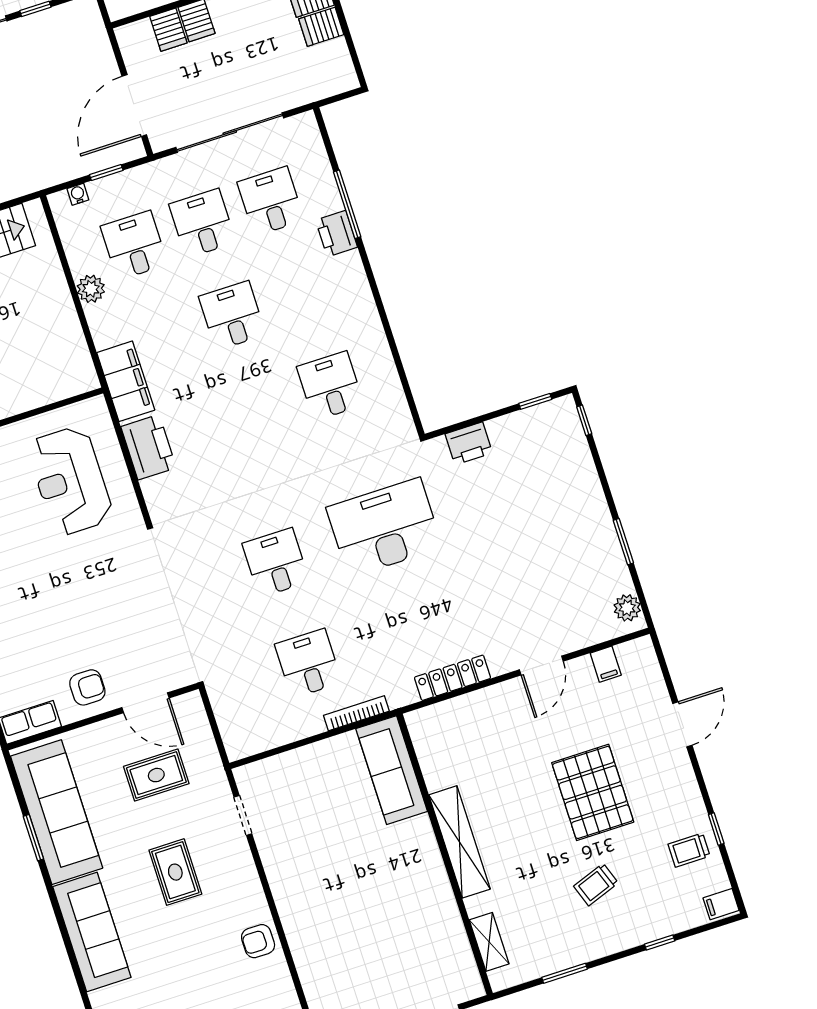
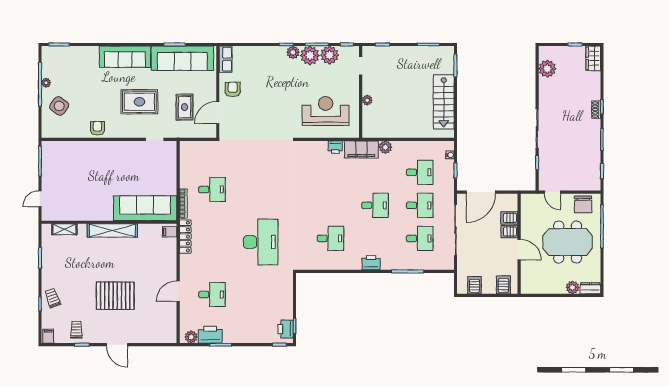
server rack: (321, 27) -> (474, 285), moved
door: (134, 106) -> (481, 192), swing flipped
printer: (336, 234) -> (371, 263), moved
plant: (91, 289) -> (385, 147), moved
plant: (20, 402) -> (367, 100), added
printer: (469, 443) -> (286, 329), moved
printer: (149, 447) -> (335, 147), width x0.53, depth x0.68
desk: (276, 563) -> (212, 294), moved
printer: (610, 570) -> (210, 335), added
filing cabinet: (606, 664) -> (170, 232), moved
door: (541, 665) -> (178, 291), hinge flipped
locker: (453, 678) -> (185, 237), moved
armchair: (87, 687) -> (233, 89), turned 180
door: (682, 724) -> (117, 345), moved
sofa: (392, 770) -> (145, 208), width x1.36, depth x1.27
rug: (175, 872) -> (139, 102), width x1.36, depth x1.43
trolley: (596, 885) -> (53, 298), moved

